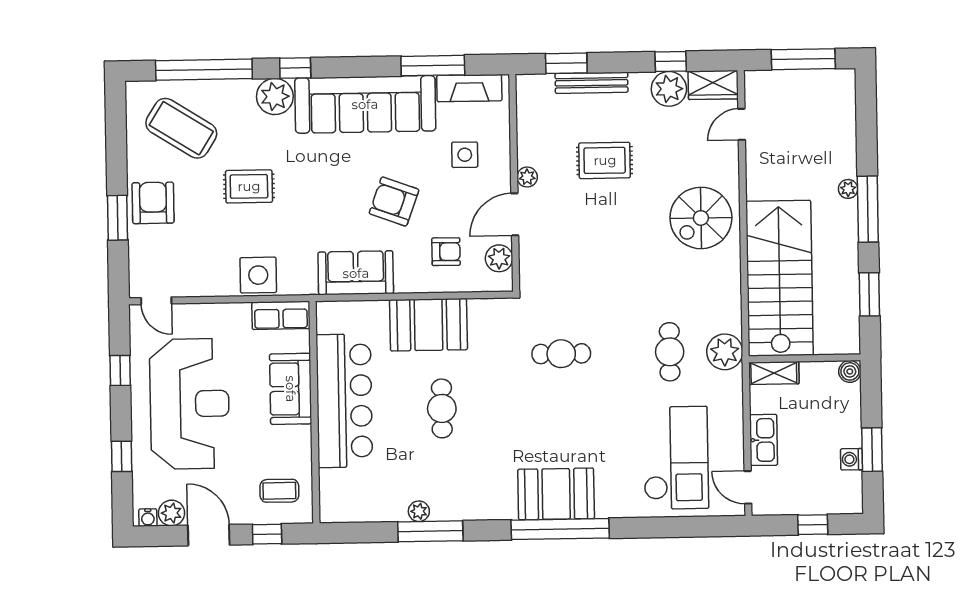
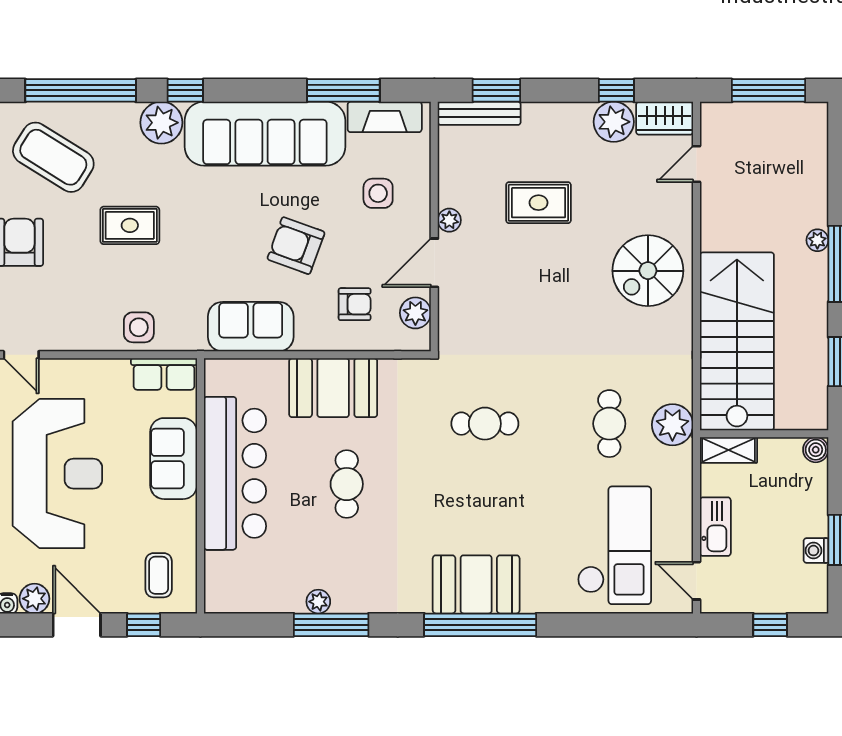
bench: (592, 83) -> (479, 113), moved
side table: (258, 275) -> (139, 327), width x0.73, depth x0.73
coffee table: (279, 491) -> (159, 575), turned 90

